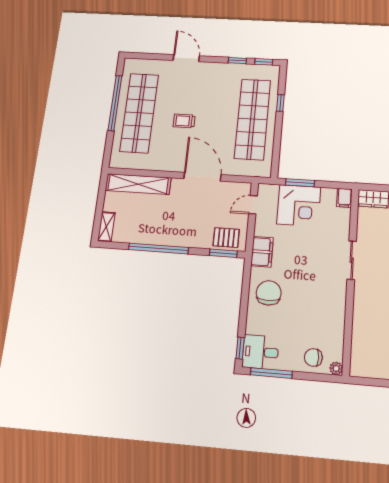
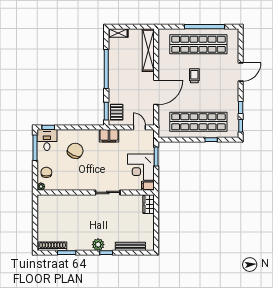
corner desk: (299, 205) -> (141, 167), moved
chair: (269, 293) -> (75, 151), moved, turned -66

